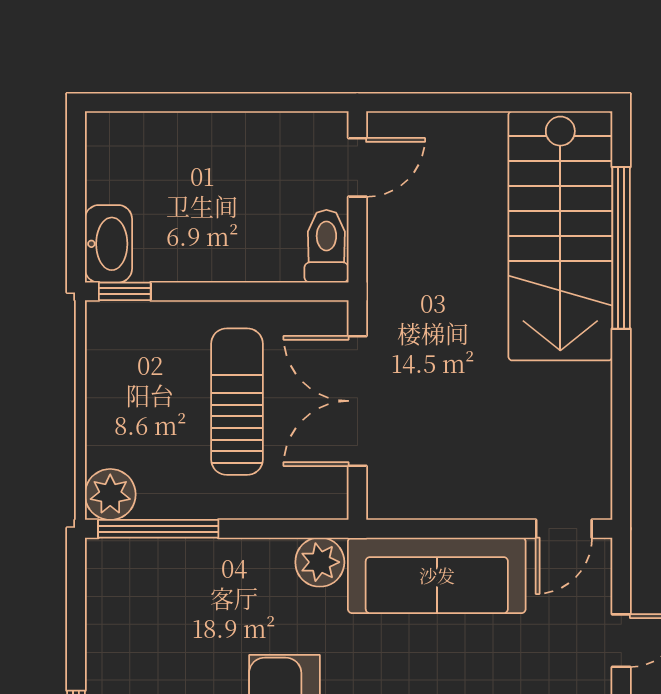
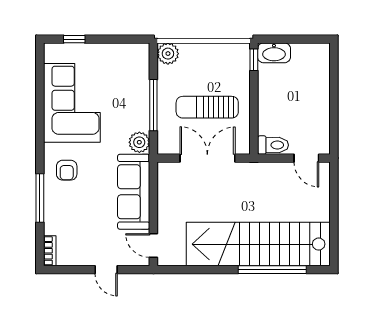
stairs: (560, 236) -> (258, 244), width x1.36
sun lounger: (237, 402) -> (207, 107), turned 180
window: (158, 529) -> (153, 105), moved

